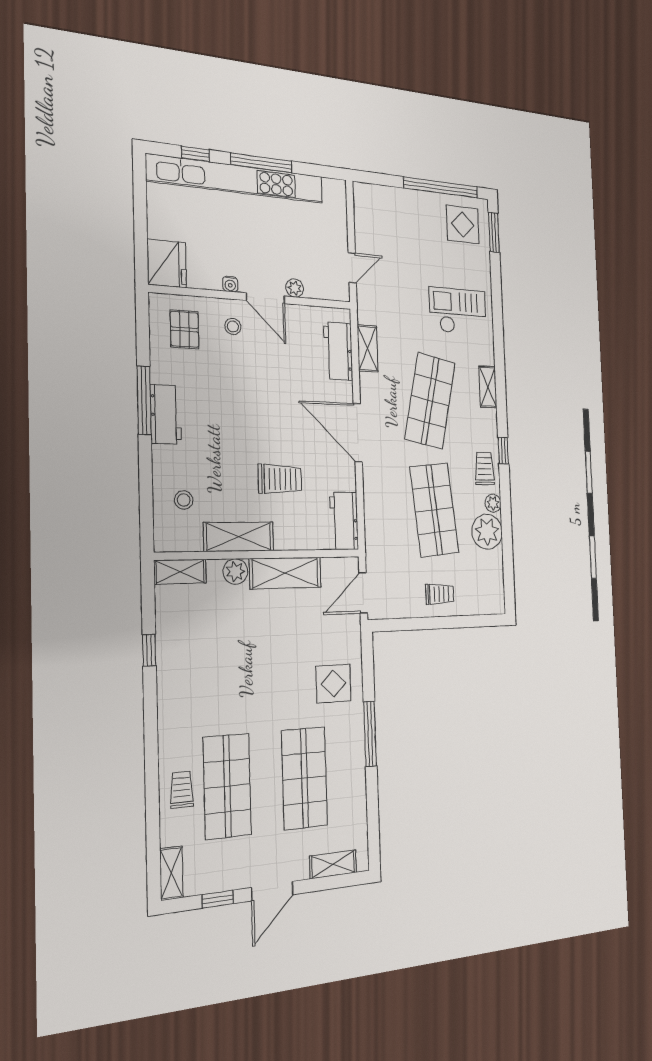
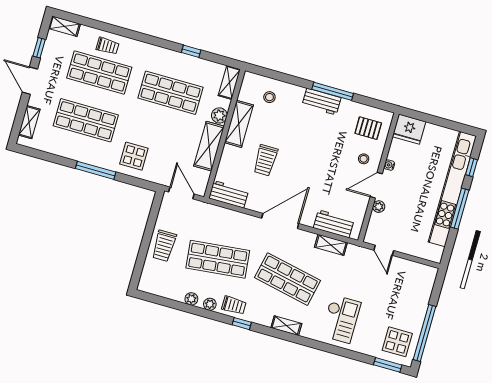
plant: (487, 532) -> (191, 299), width x0.53, depth x0.53
trolley: (440, 594) -> (164, 246), width x1.36, depth x1.39
shop shelf: (224, 661) -> (170, 93), added

